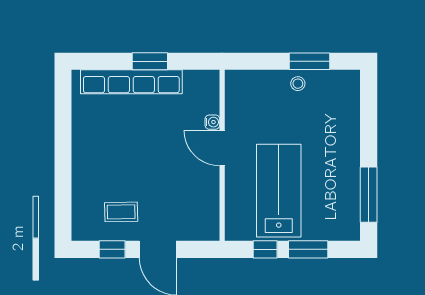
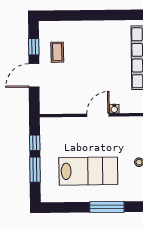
lab bench: (279, 191) -> (88, 171), moved
window: (369, 195) -> (107, 207), moved

